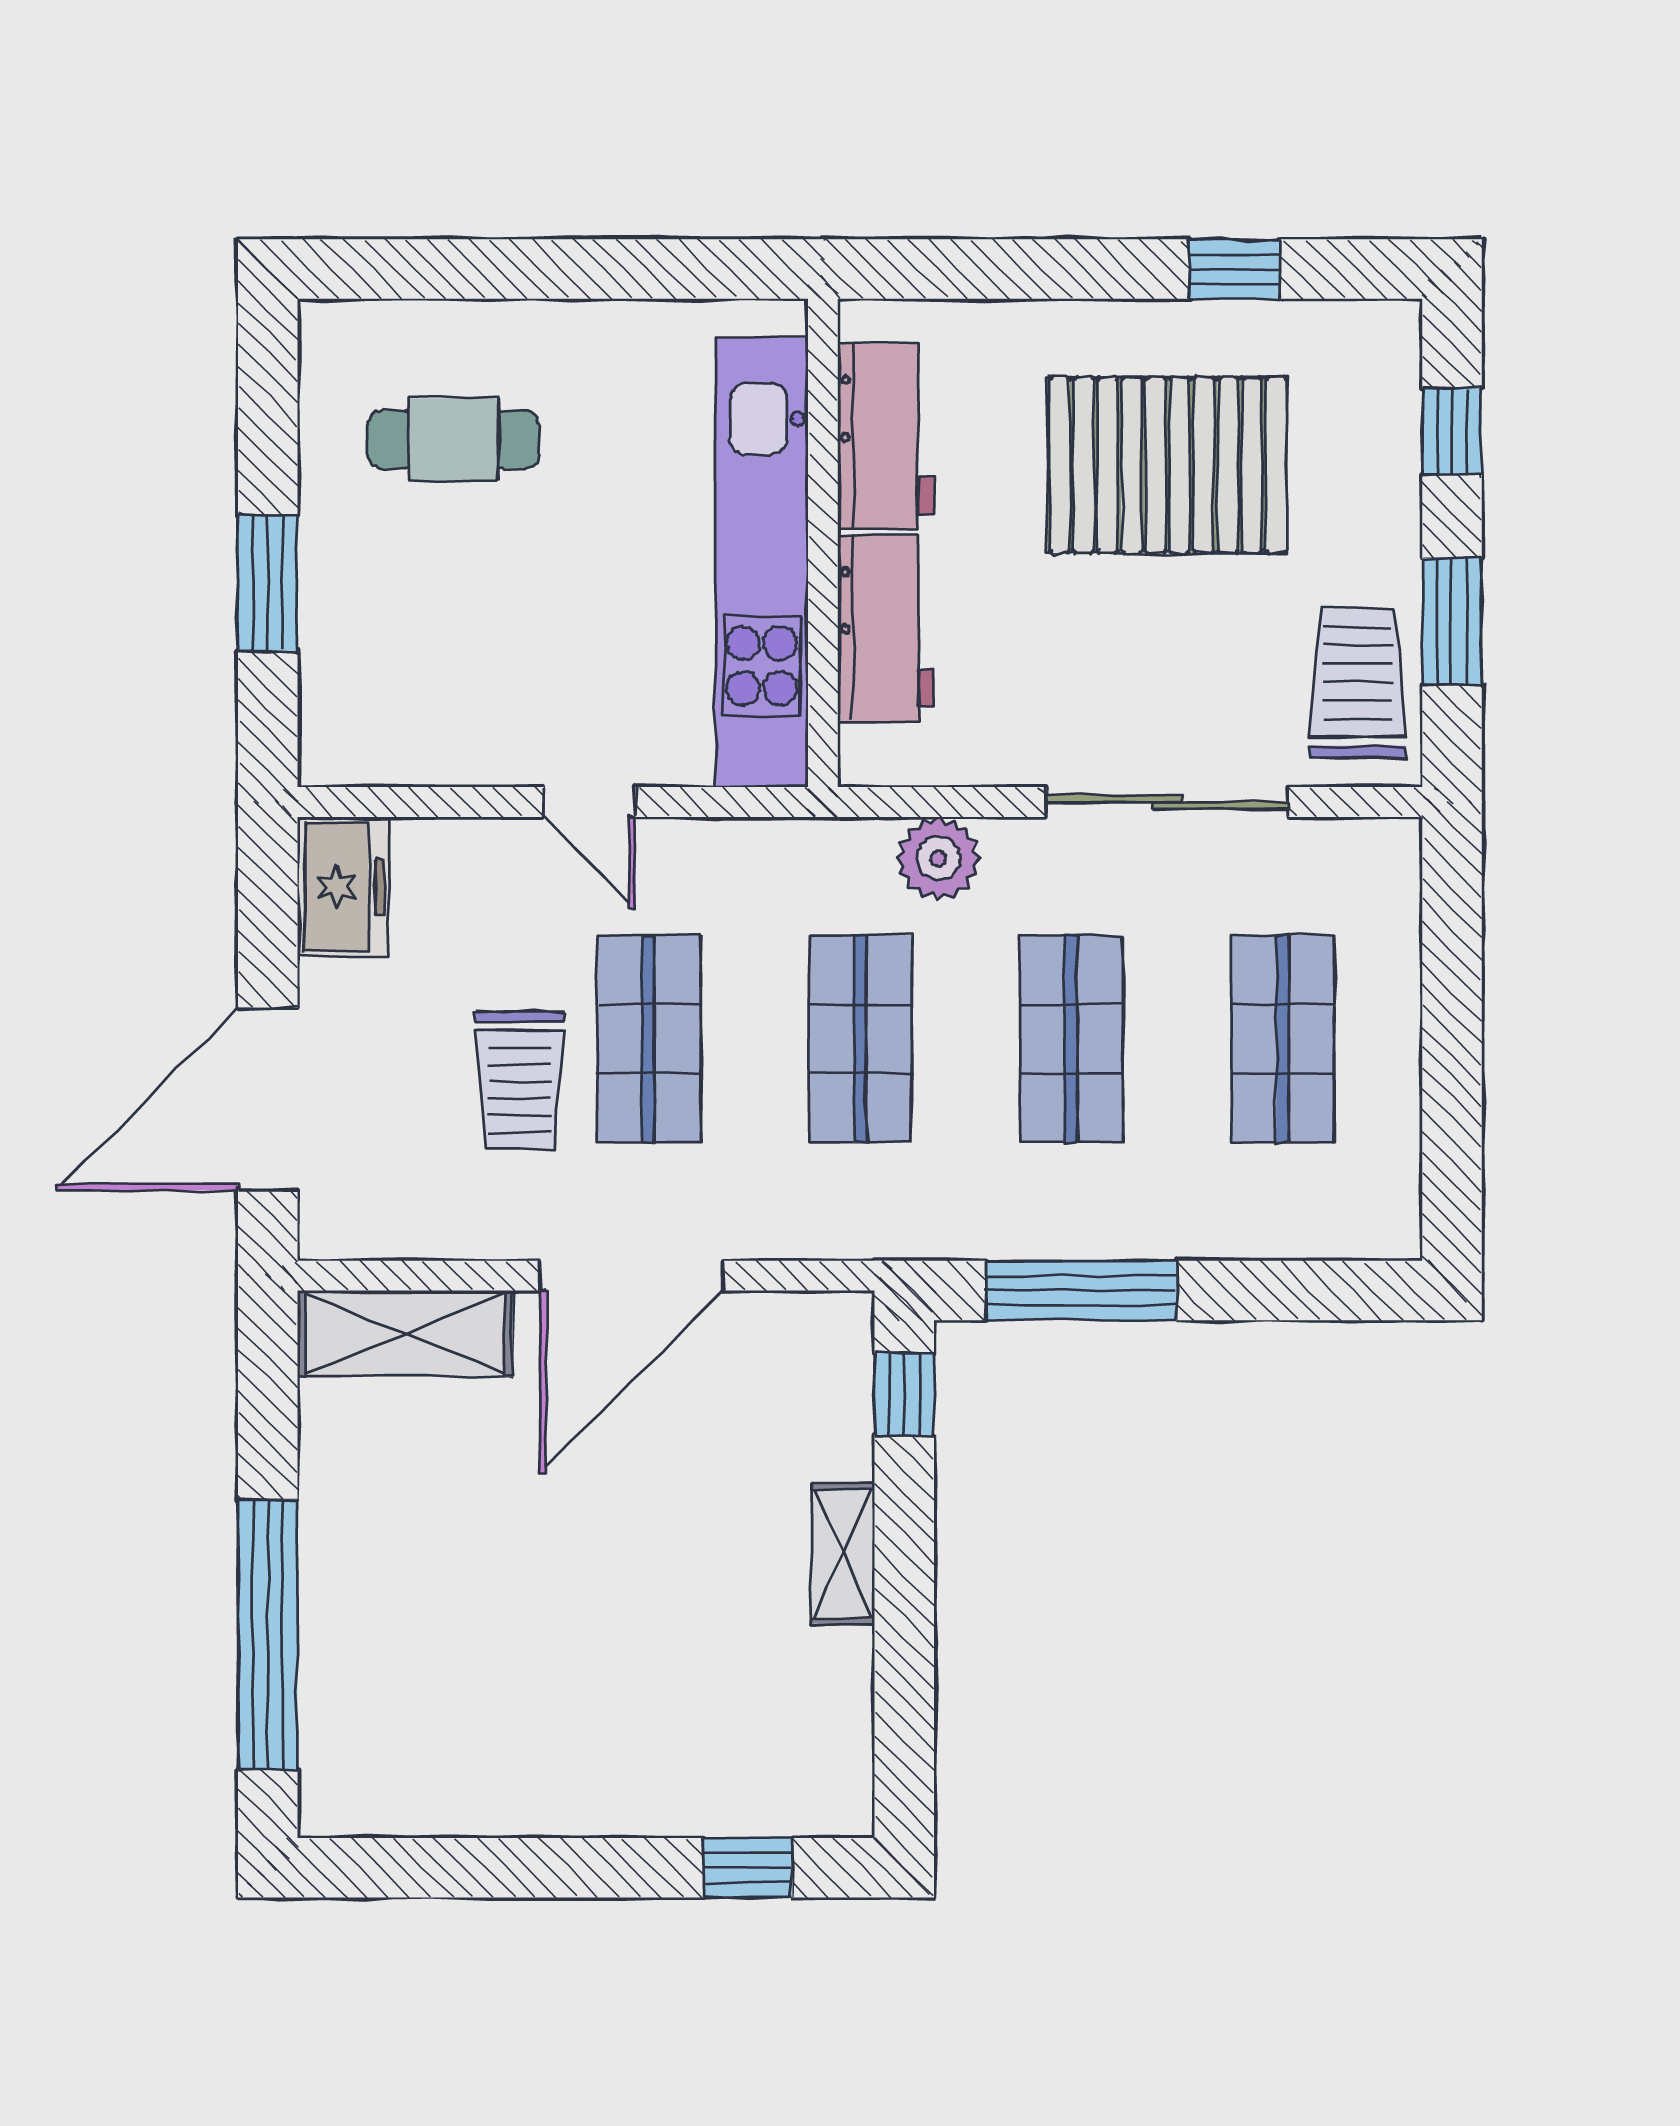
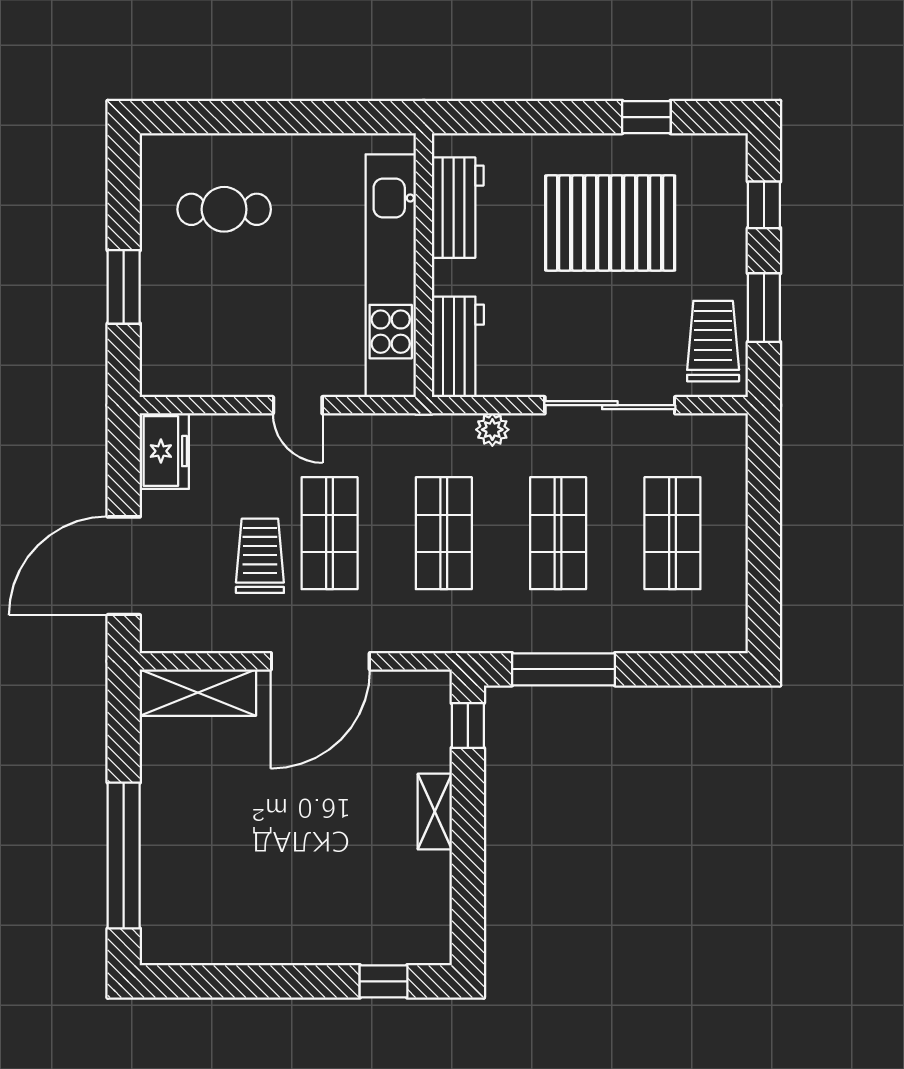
workbench: (886, 628) -> (458, 347), moved
plant: (938, 858) -> (492, 430), width x0.73, depth x0.73
trolley: (520, 1081) -> (260, 556), turned 180

